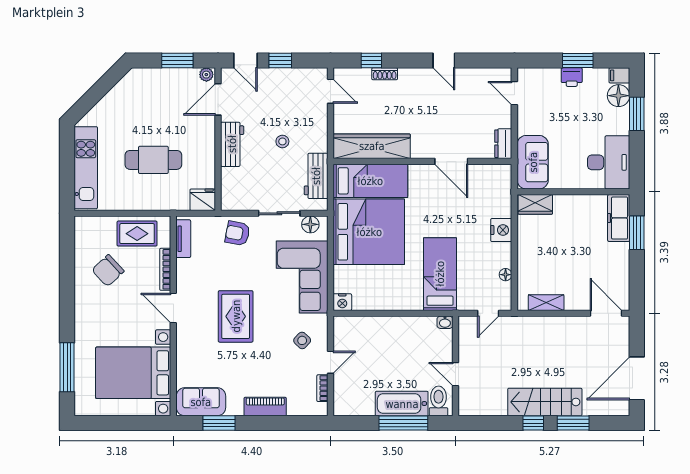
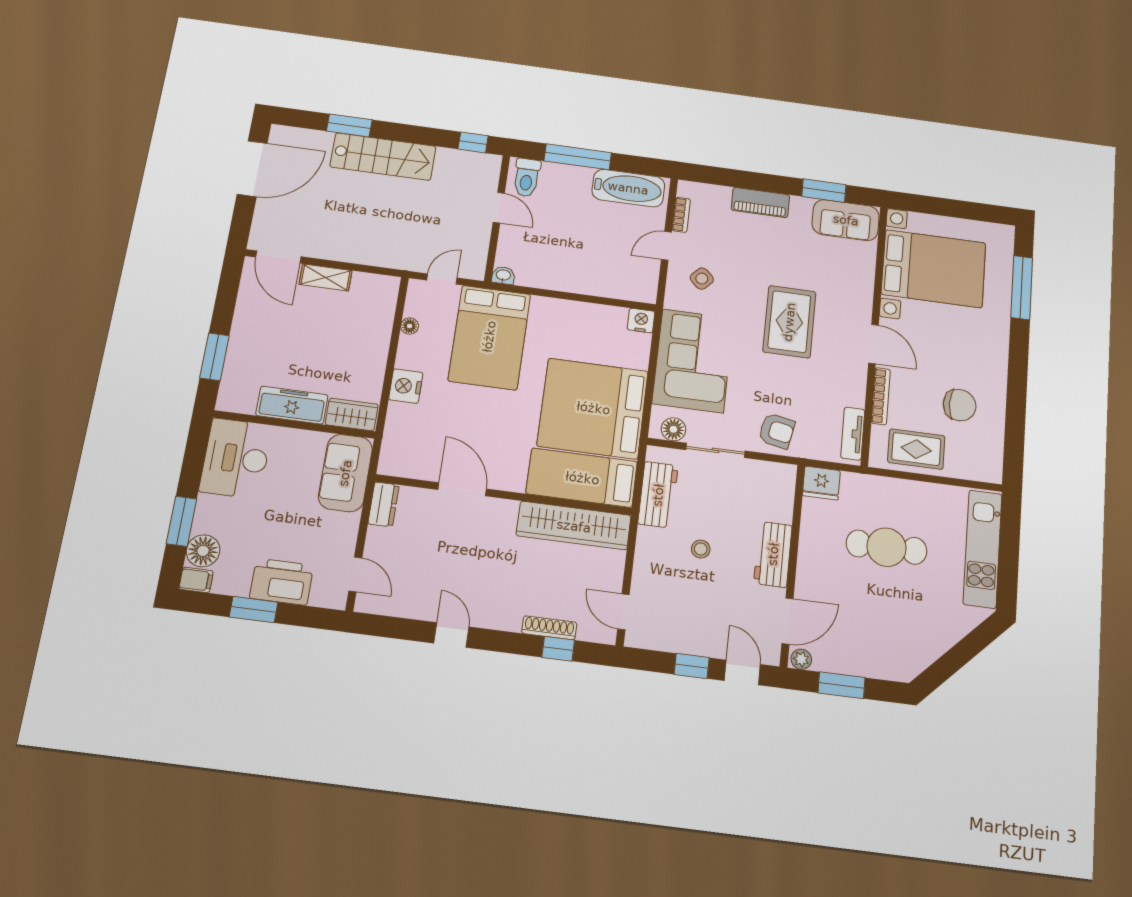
shoe rack: (385, 74) -> (549, 628), width x1.43
printer: (572, 77) -> (282, 582), width x1.87, depth x1.48
freezer: (619, 218) -> (292, 405), moved, turned -90
chair: (108, 271) -> (960, 405), turned 43
bed: (440, 274) -> (489, 337), width x1.50
shelving: (546, 303) -> (326, 277), moved
bathtub: (402, 404) -> (628, 188), moved
window: (533, 423) -> (473, 142), moved

